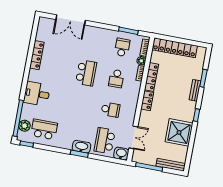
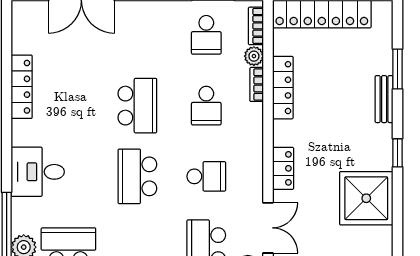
school desk: (122, 47) -> (206, 35), turned 180
locker: (147, 101) -> (283, 168), moved
school desk: (80, 104) -> (137, 176), added

